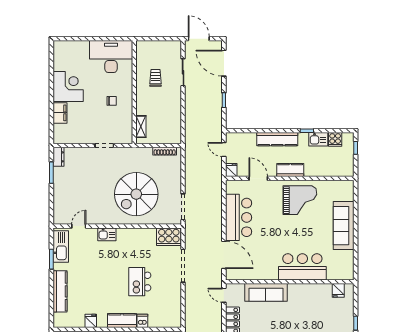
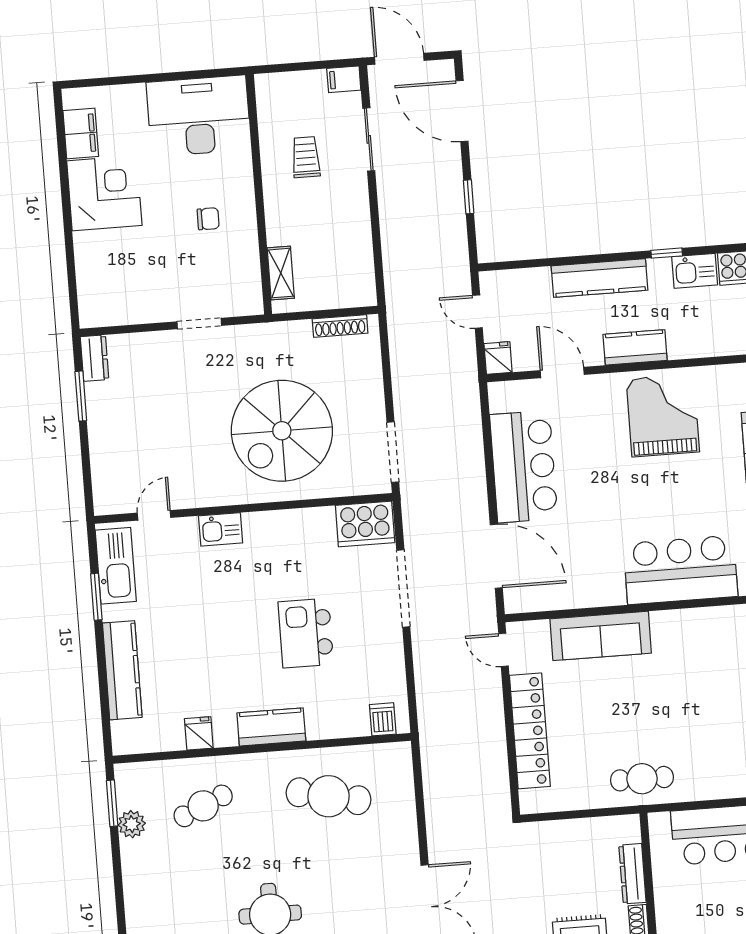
filing cabinet: (174, 46) -> (344, 79), added
filing cabinet: (60, 113) -> (81, 133), moved
grand piano: (300, 200) -> (663, 415), turned -90
dishwasher: (142, 321) -> (383, 719), moved

